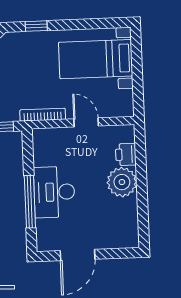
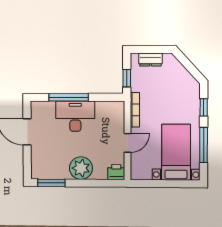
window: (85, 24) -> (204, 145), added
printer: (126, 154) -> (116, 172), moved
window: (143, 220) -> (51, 183), added

